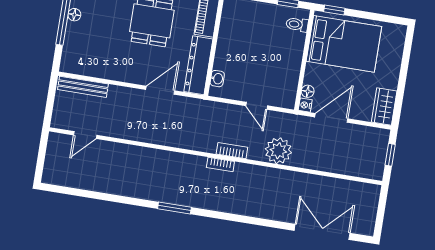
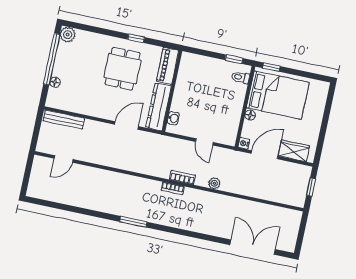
floor lamp: (74, 15) -> (55, 82), moved
floor lamp: (308, 91) -> (250, 115), moved
wardrobe: (384, 107) -> (294, 151), moved, turned 90
plant: (278, 151) -> (214, 183), width x0.53, depth x0.53

